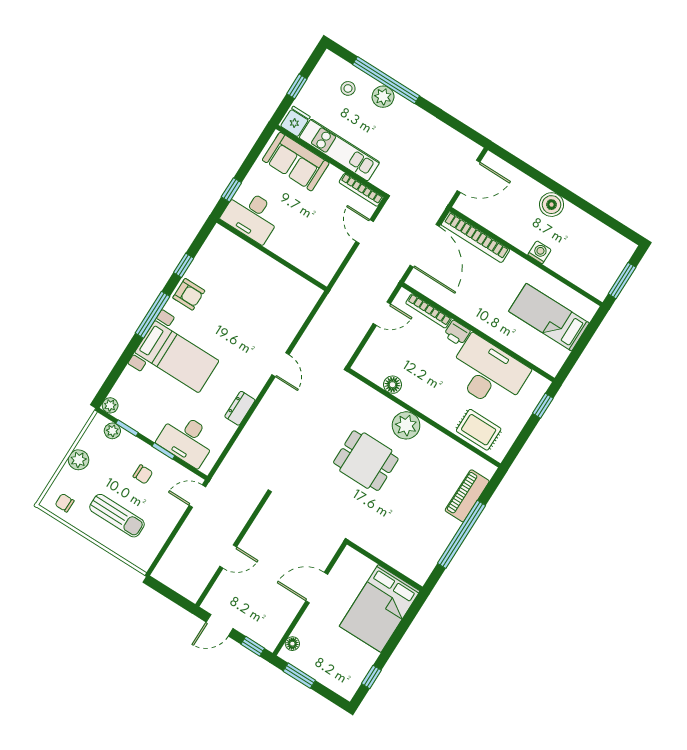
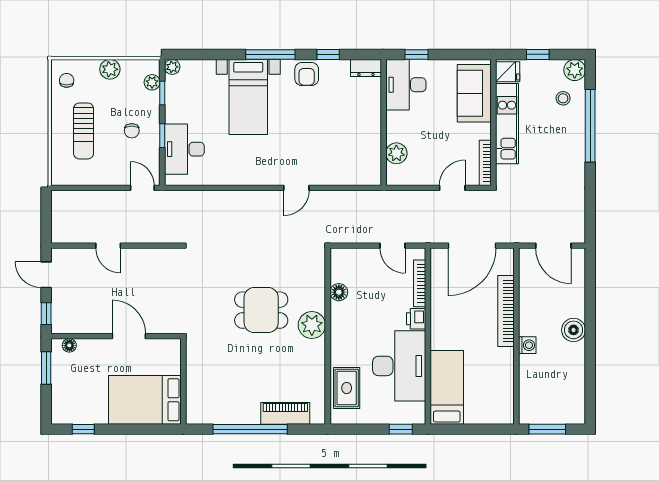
plant: (383, 97) -> (575, 70), moved
bookcase: (475, 237) -> (506, 311), moved
plant: (305, 260) -> (396, 153), added
bed: (549, 317) -> (447, 387), moved
dresser: (240, 408) -> (366, 68), moved, turned 180
dining table: (366, 461) -> (261, 310), turned 90

